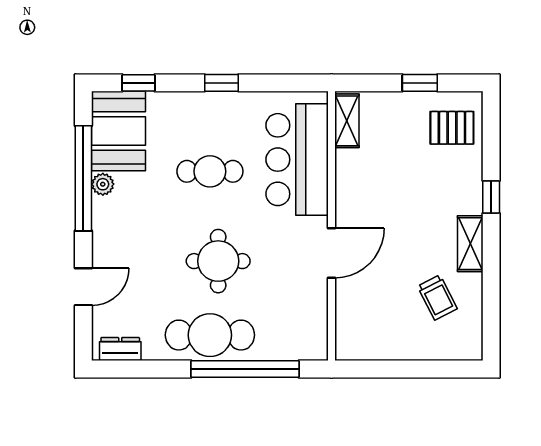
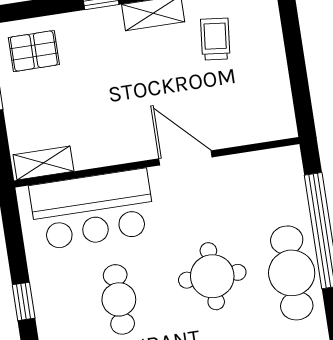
pallet: (452, 128) -> (34, 51), turned 90
trolley: (437, 297) -> (215, 39), turned -57

